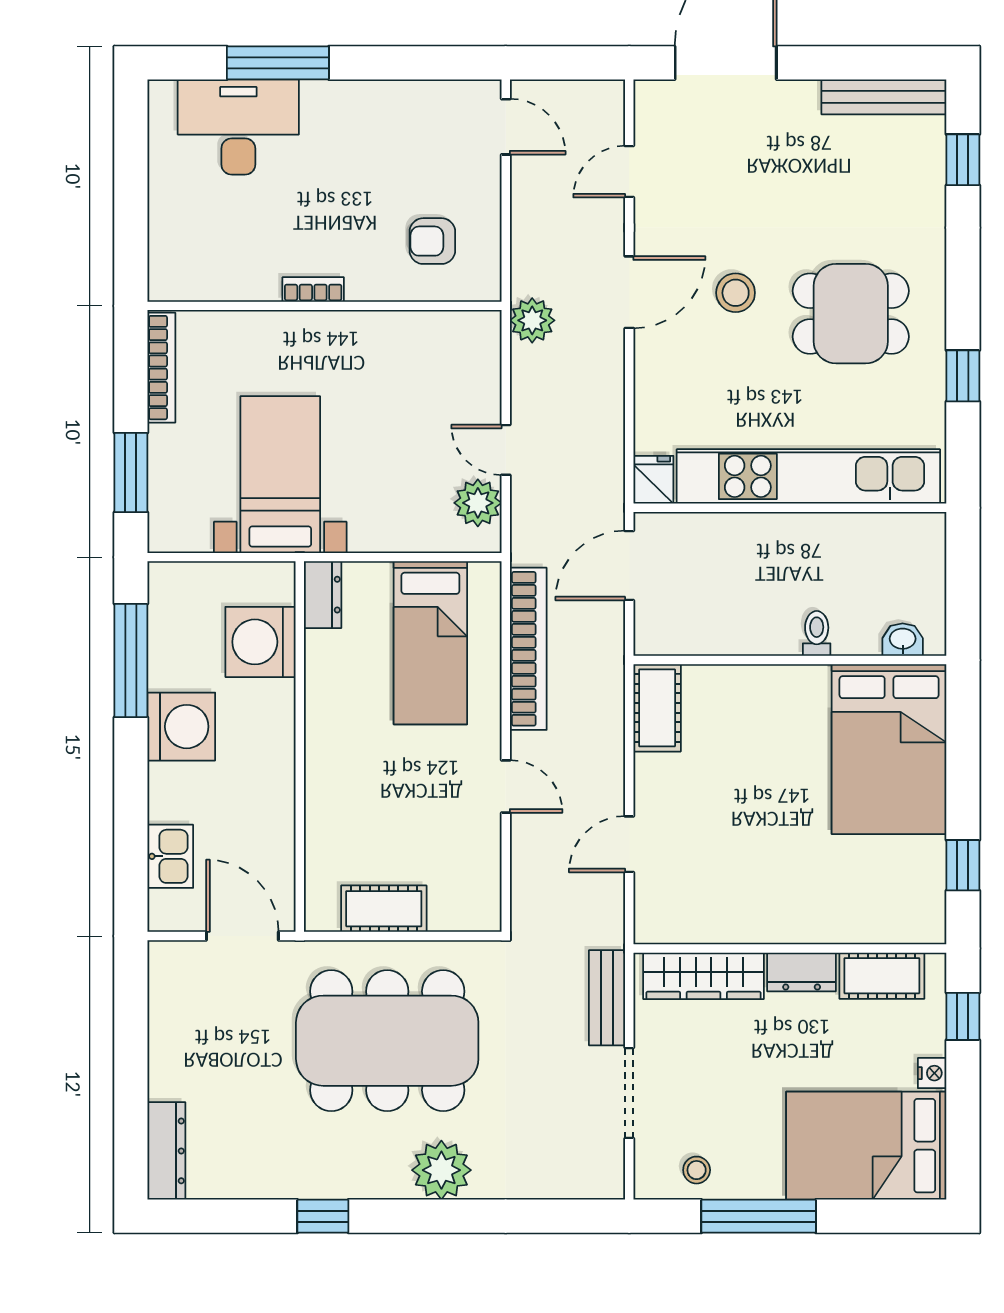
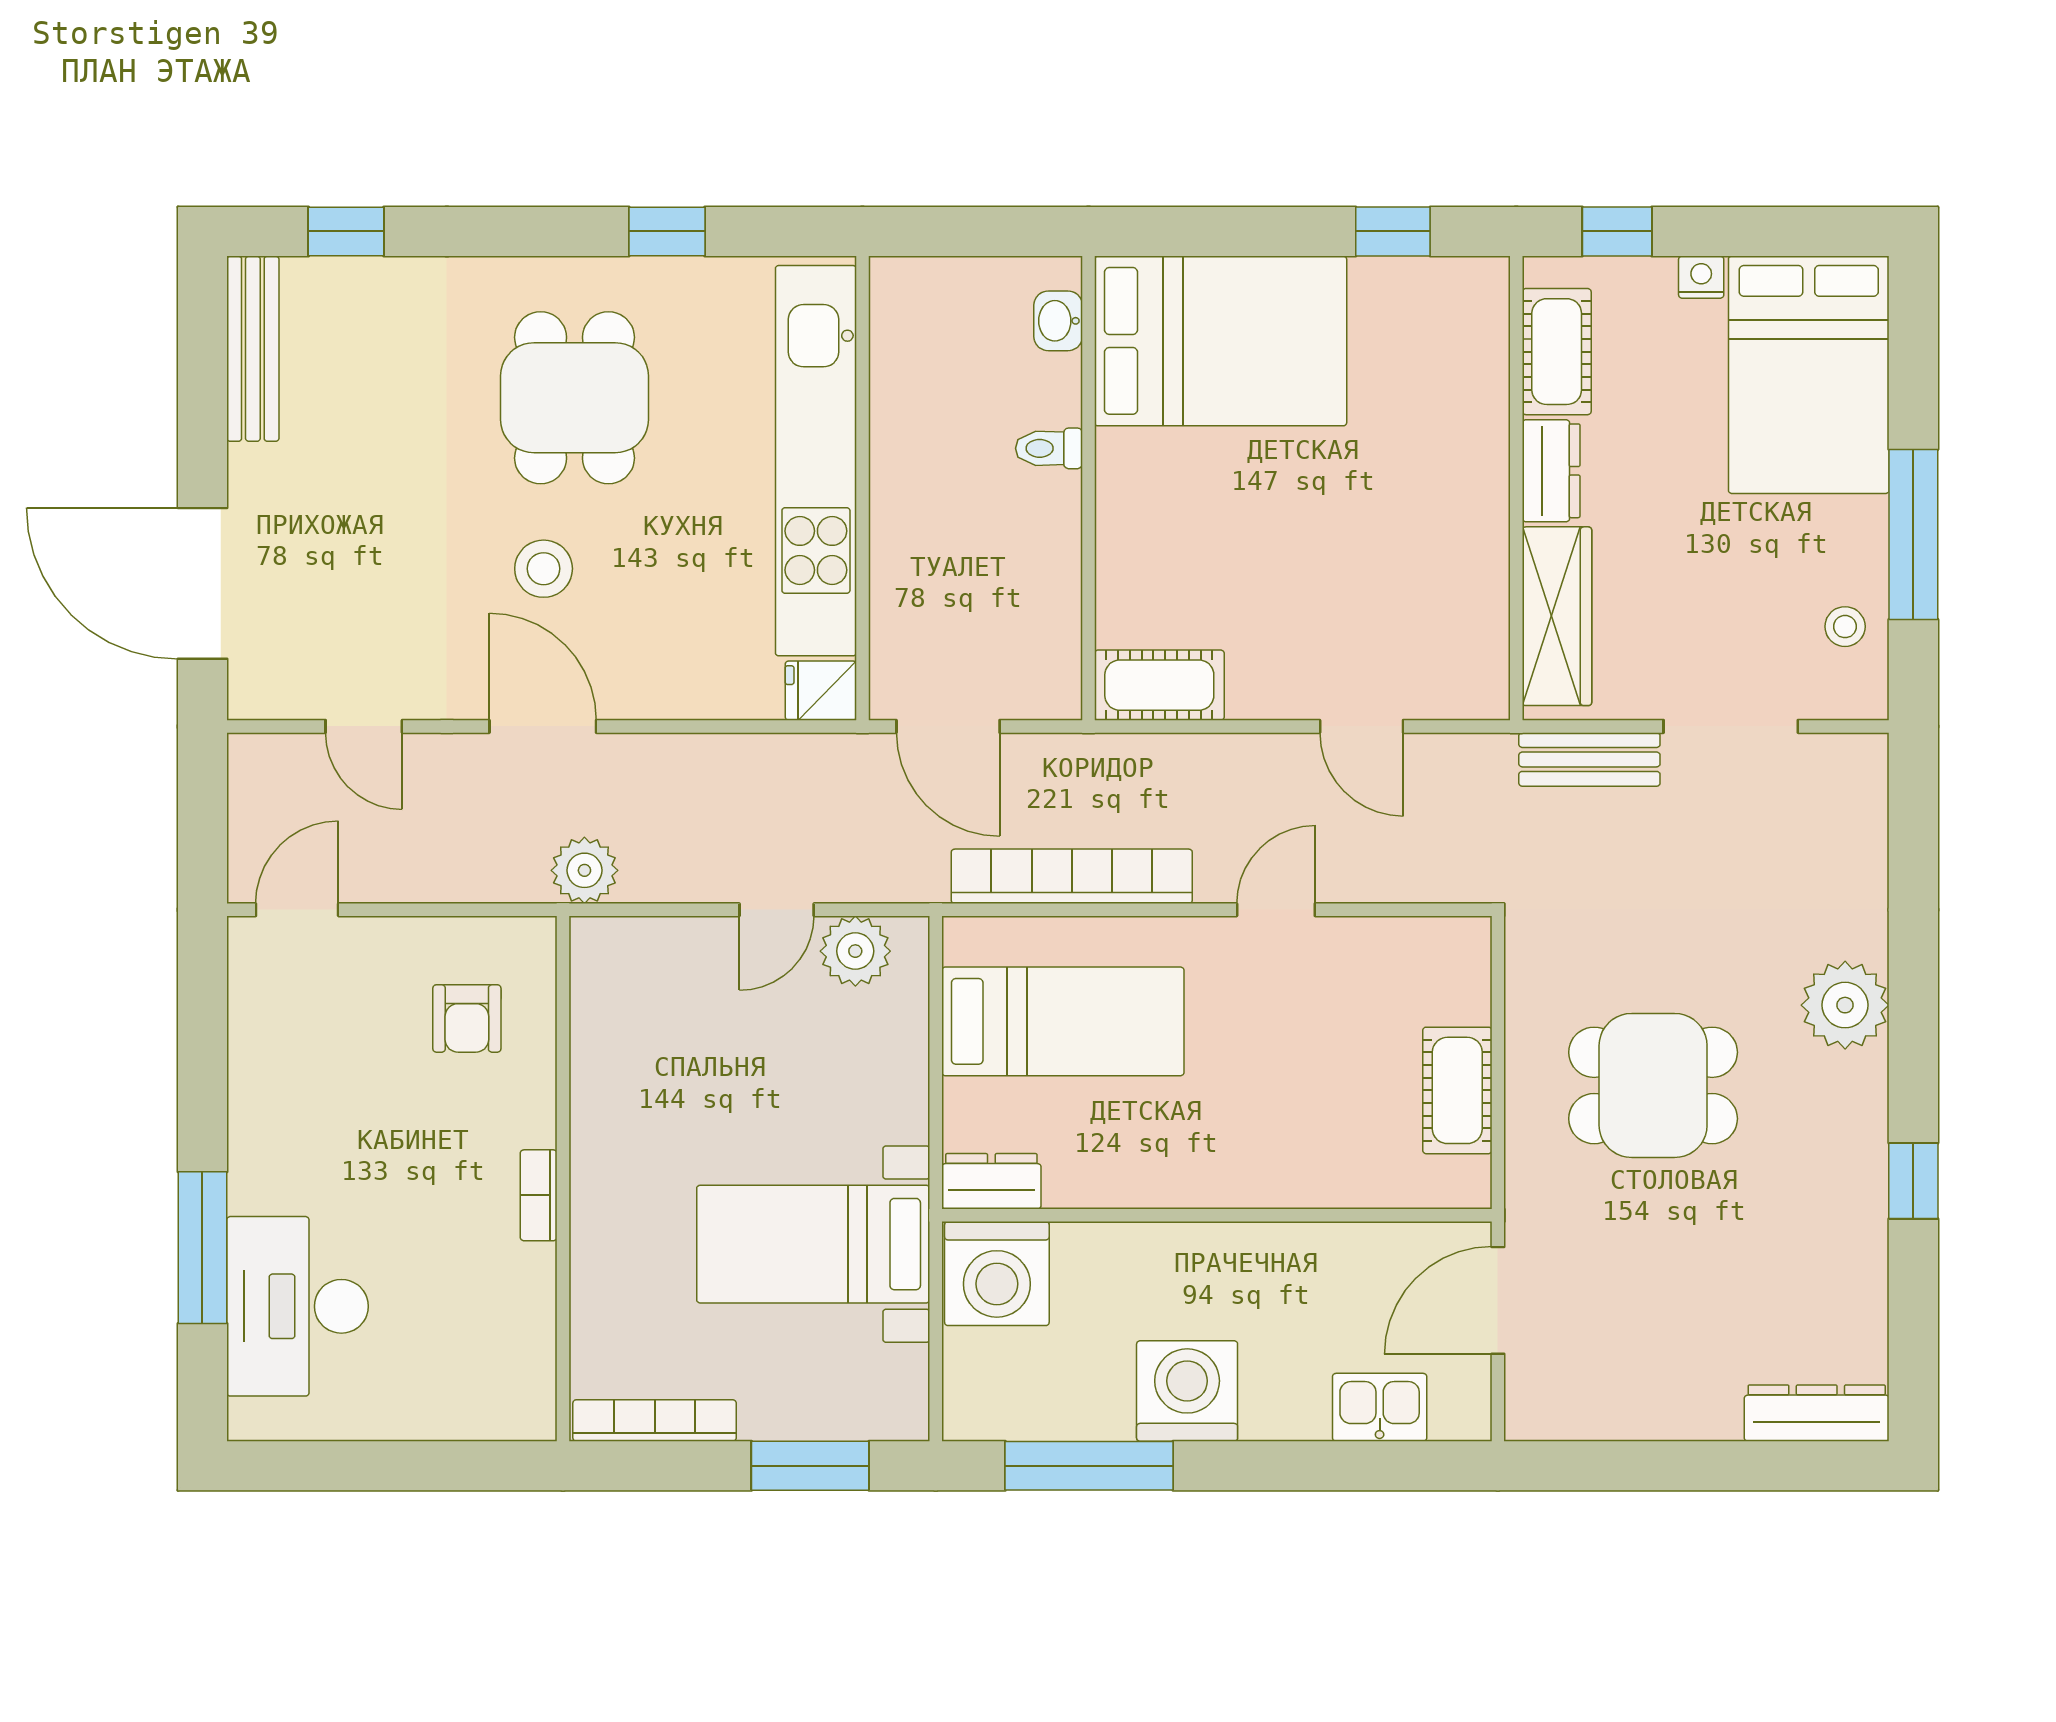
washing machine: (260, 642) -> (997, 1274), moved
dining table: (387, 1041) -> (1653, 1085), width x0.53, depth x0.80

